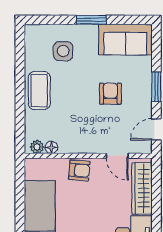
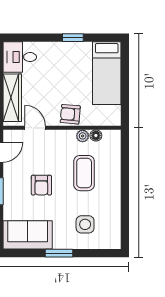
coffee table: (39, 91) -> (84, 173), moved
plant: (37, 147) -> (83, 136), moved

